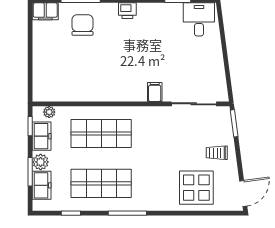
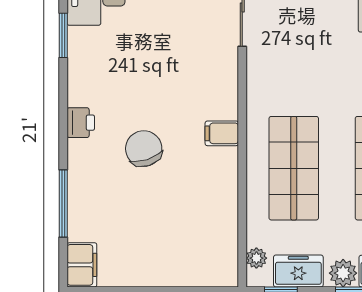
chair: (83, 25) -> (144, 149), moved, turned 72
filing cabinet: (155, 92) -> (222, 133), moved

